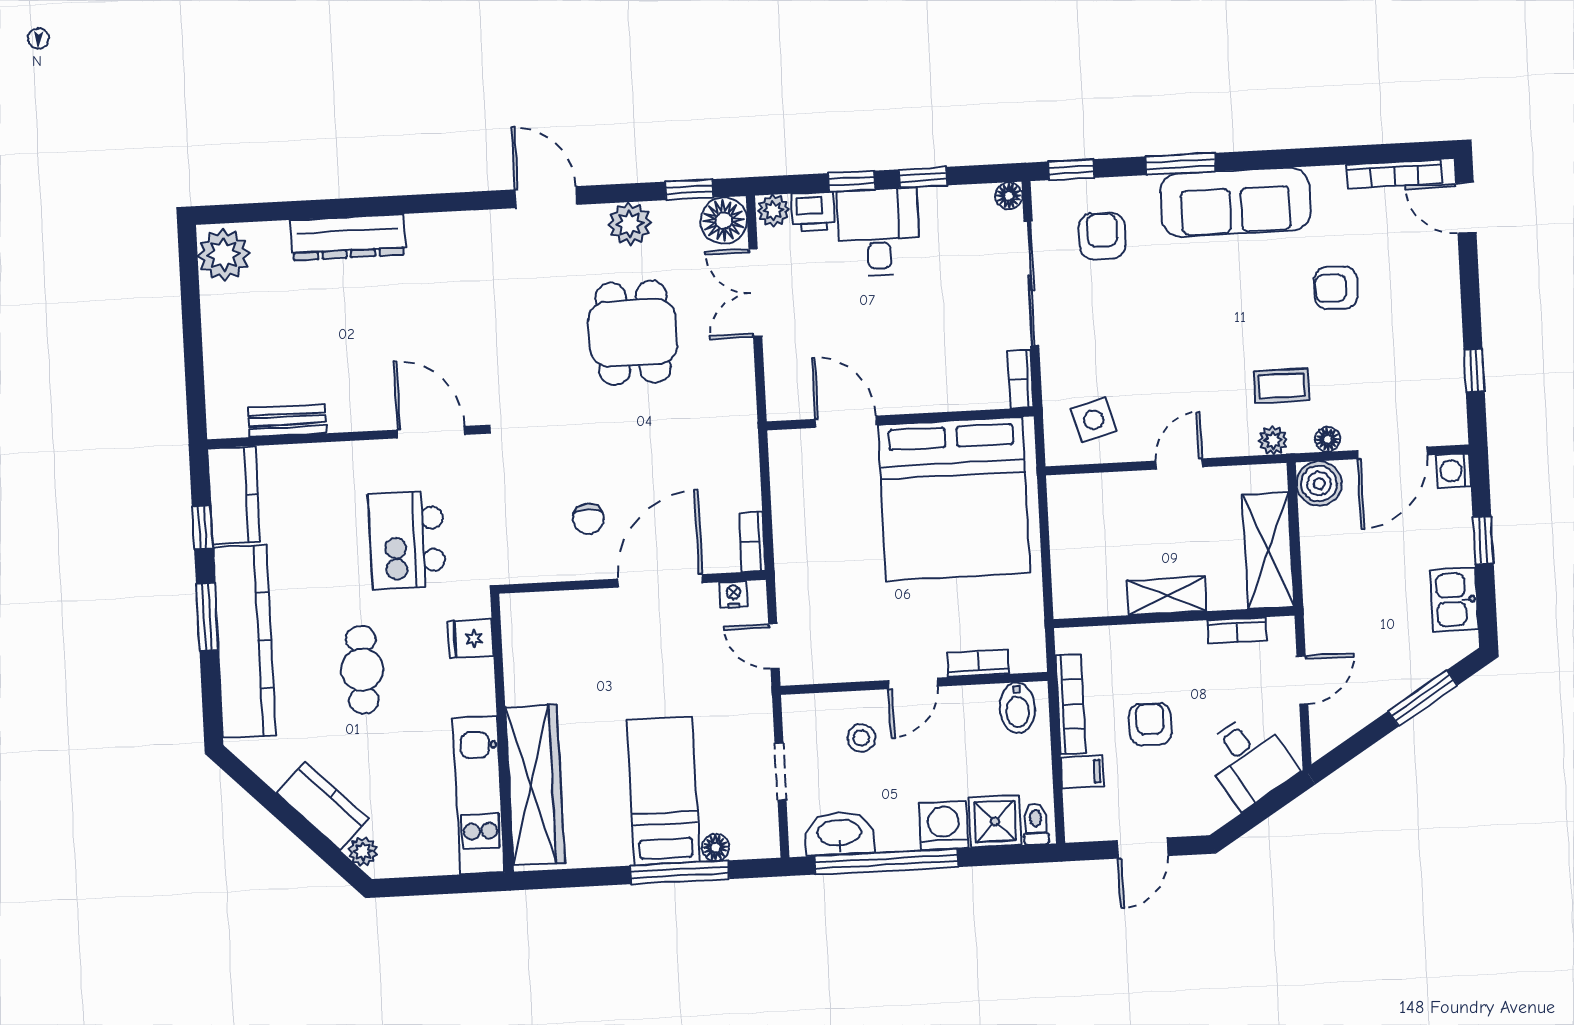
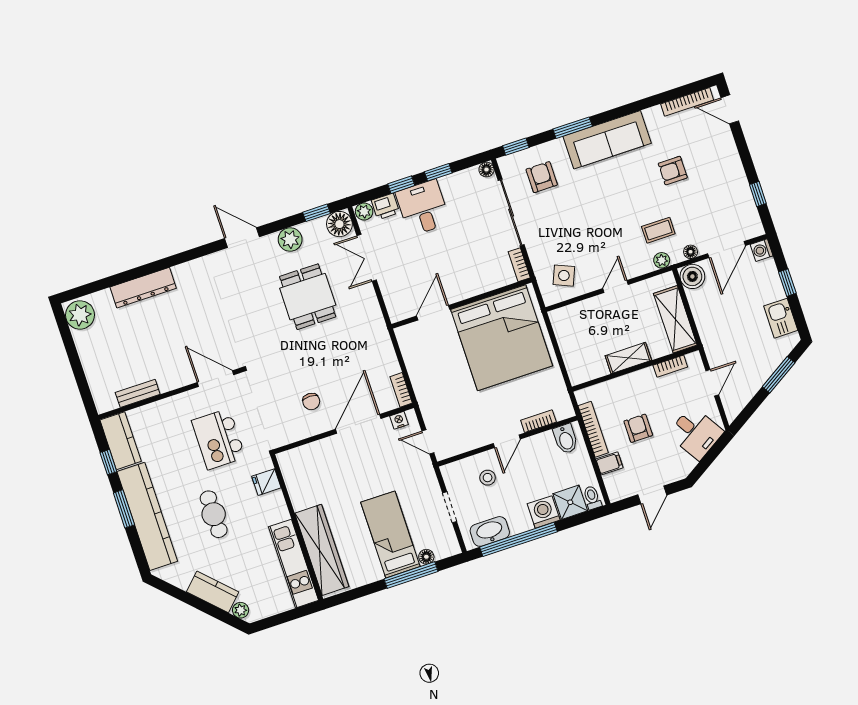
side table: (1094, 420) -> (564, 276), turned 38
door: (846, 422) -> (433, 313), hinge flipped

